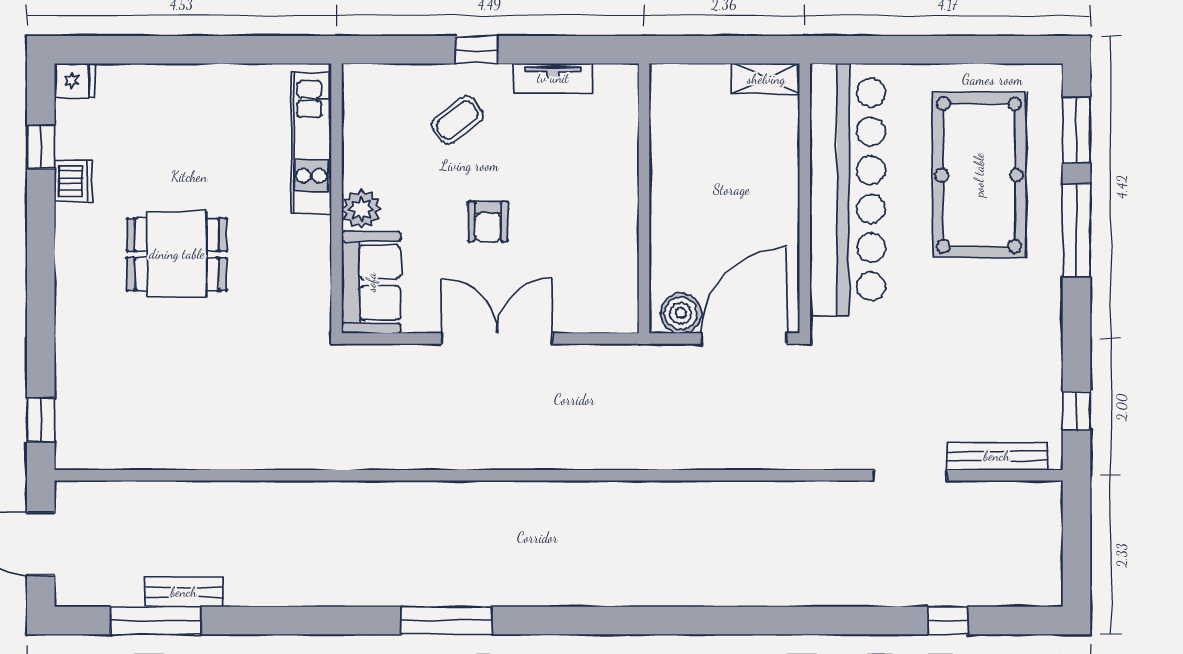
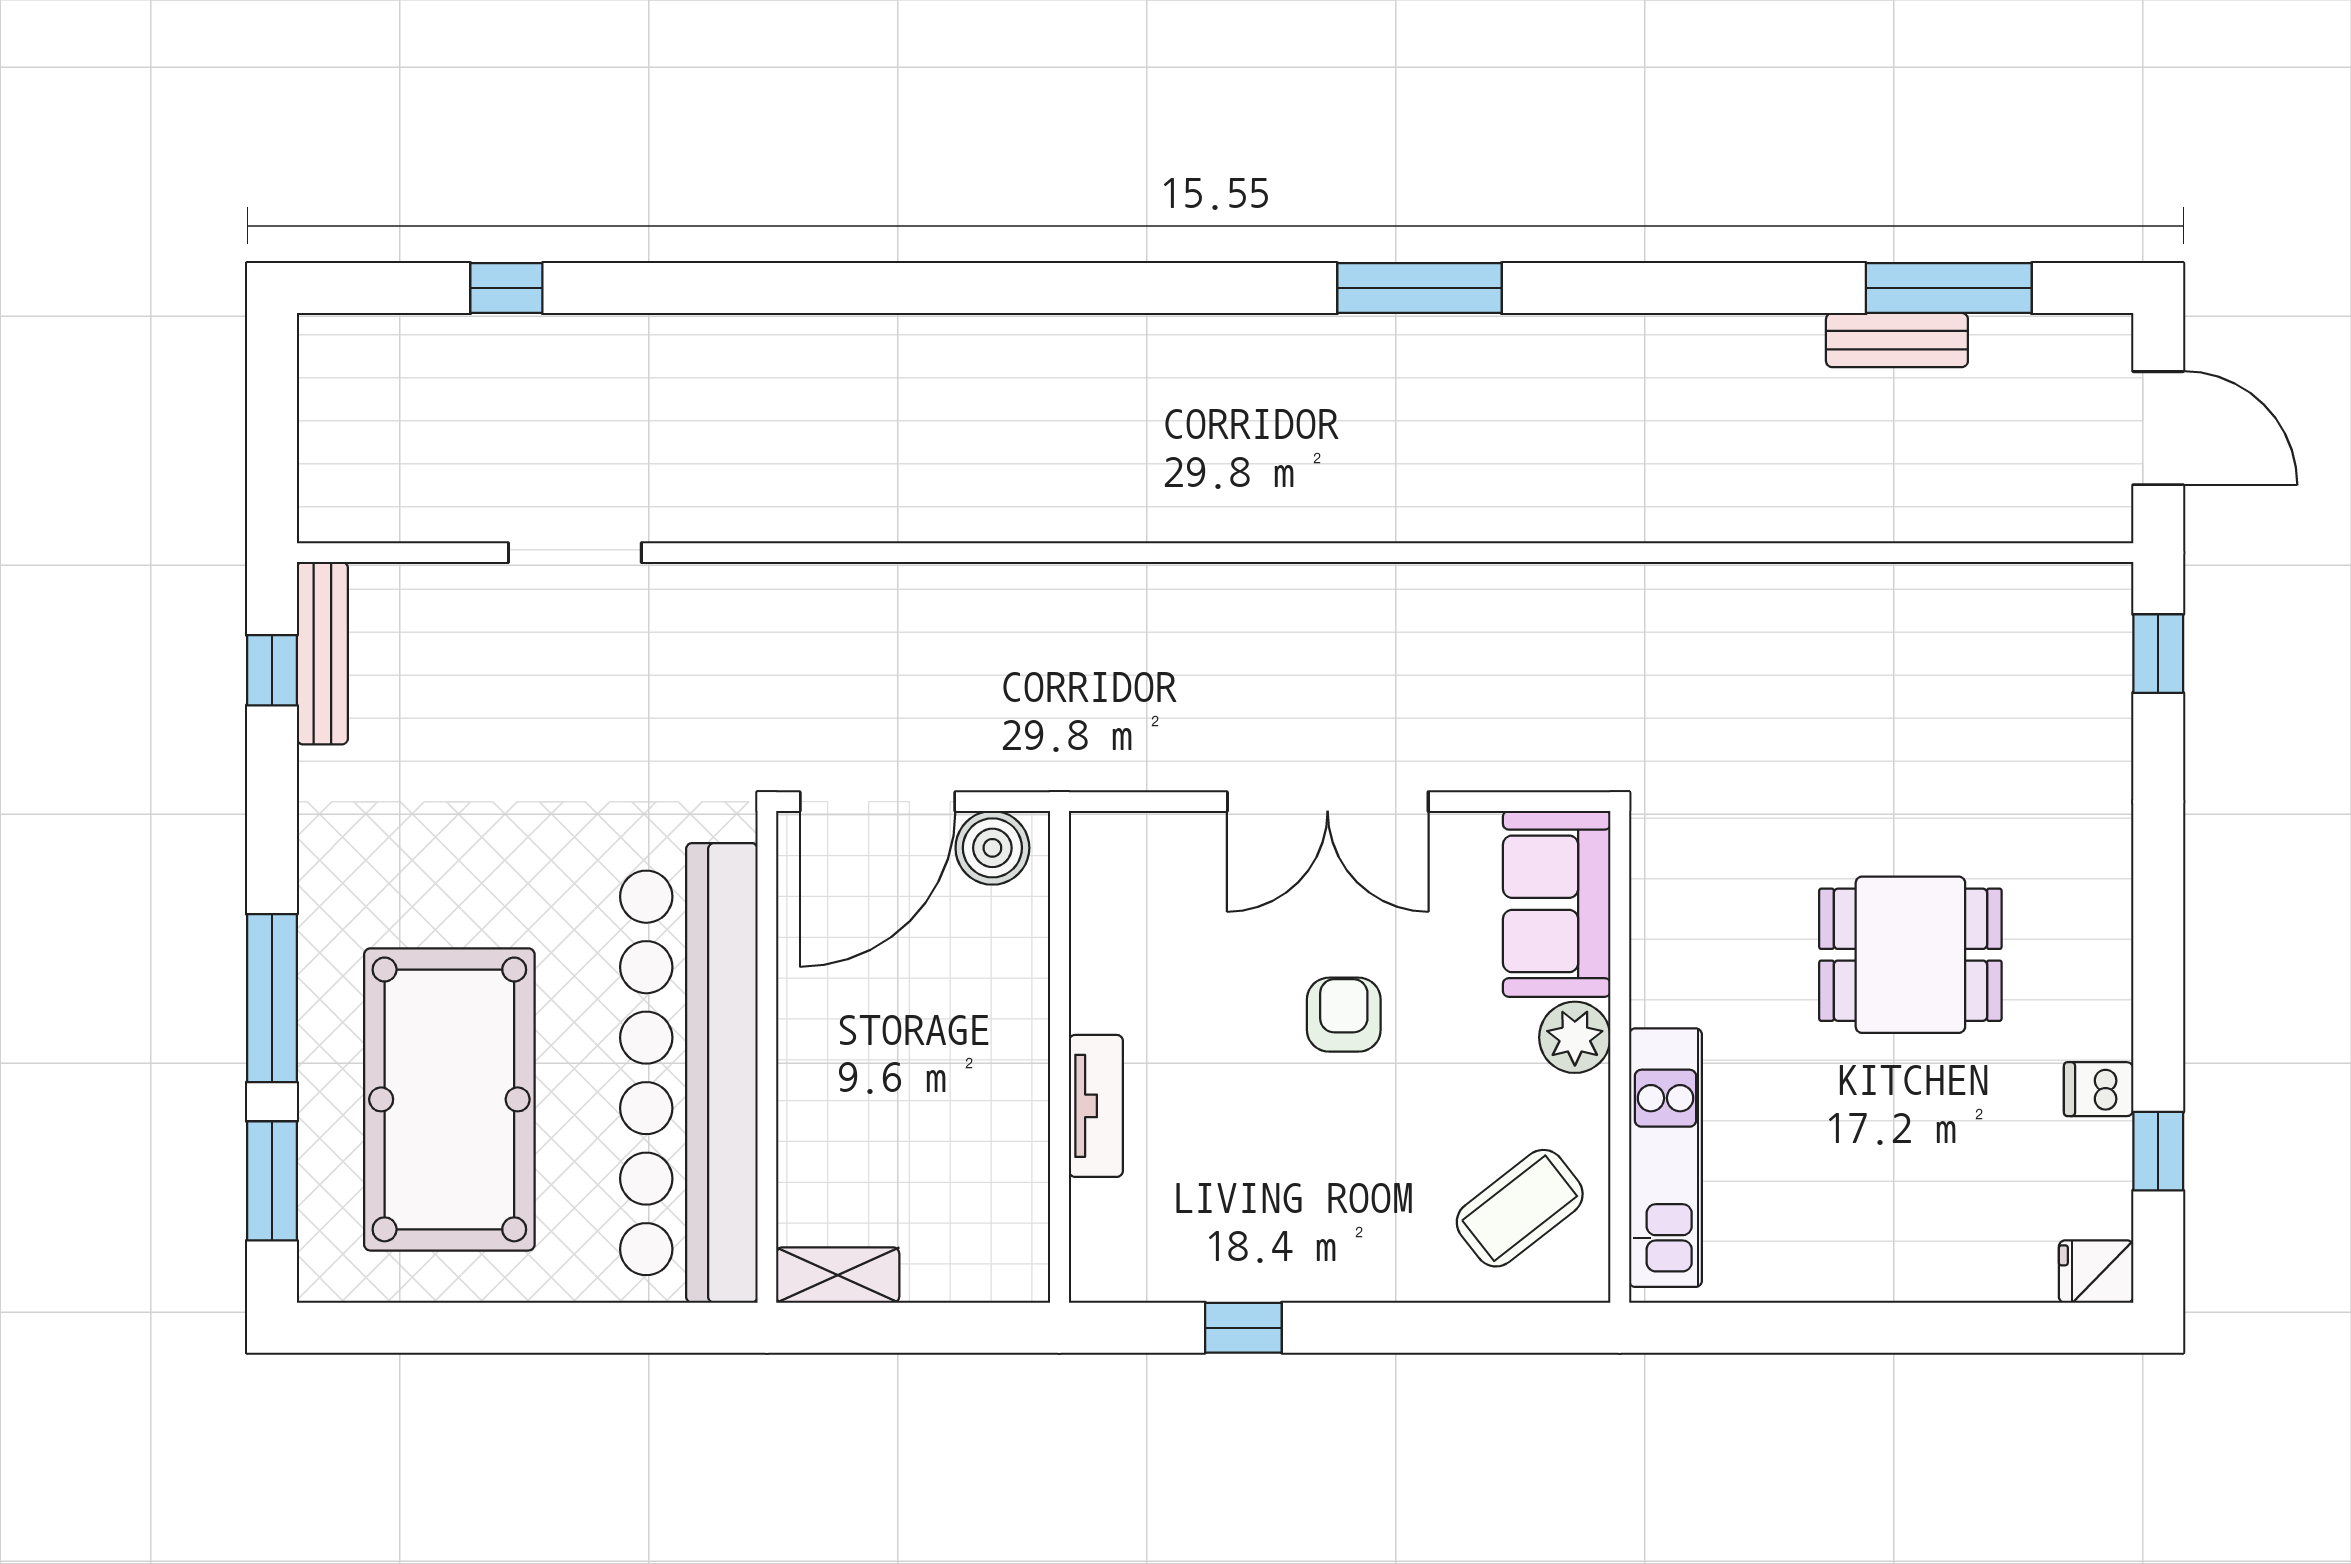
window: (476, 50) -> (1243, 1328), moved
tv unit: (553, 78) -> (1096, 1106), moved, turned 90
coffee table: (457, 120) -> (1520, 1208), moved, width x1.36, depth x1.30
dishwasher: (73, 181) -> (2099, 1089), width x0.73
bench: (997, 456) -> (322, 653), moved, turned 90

